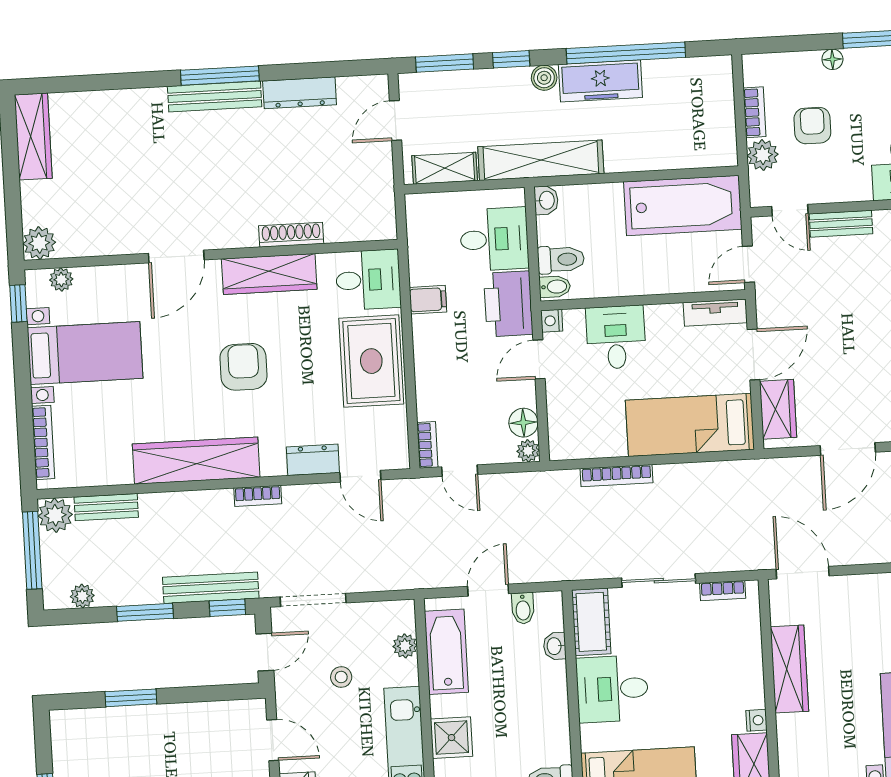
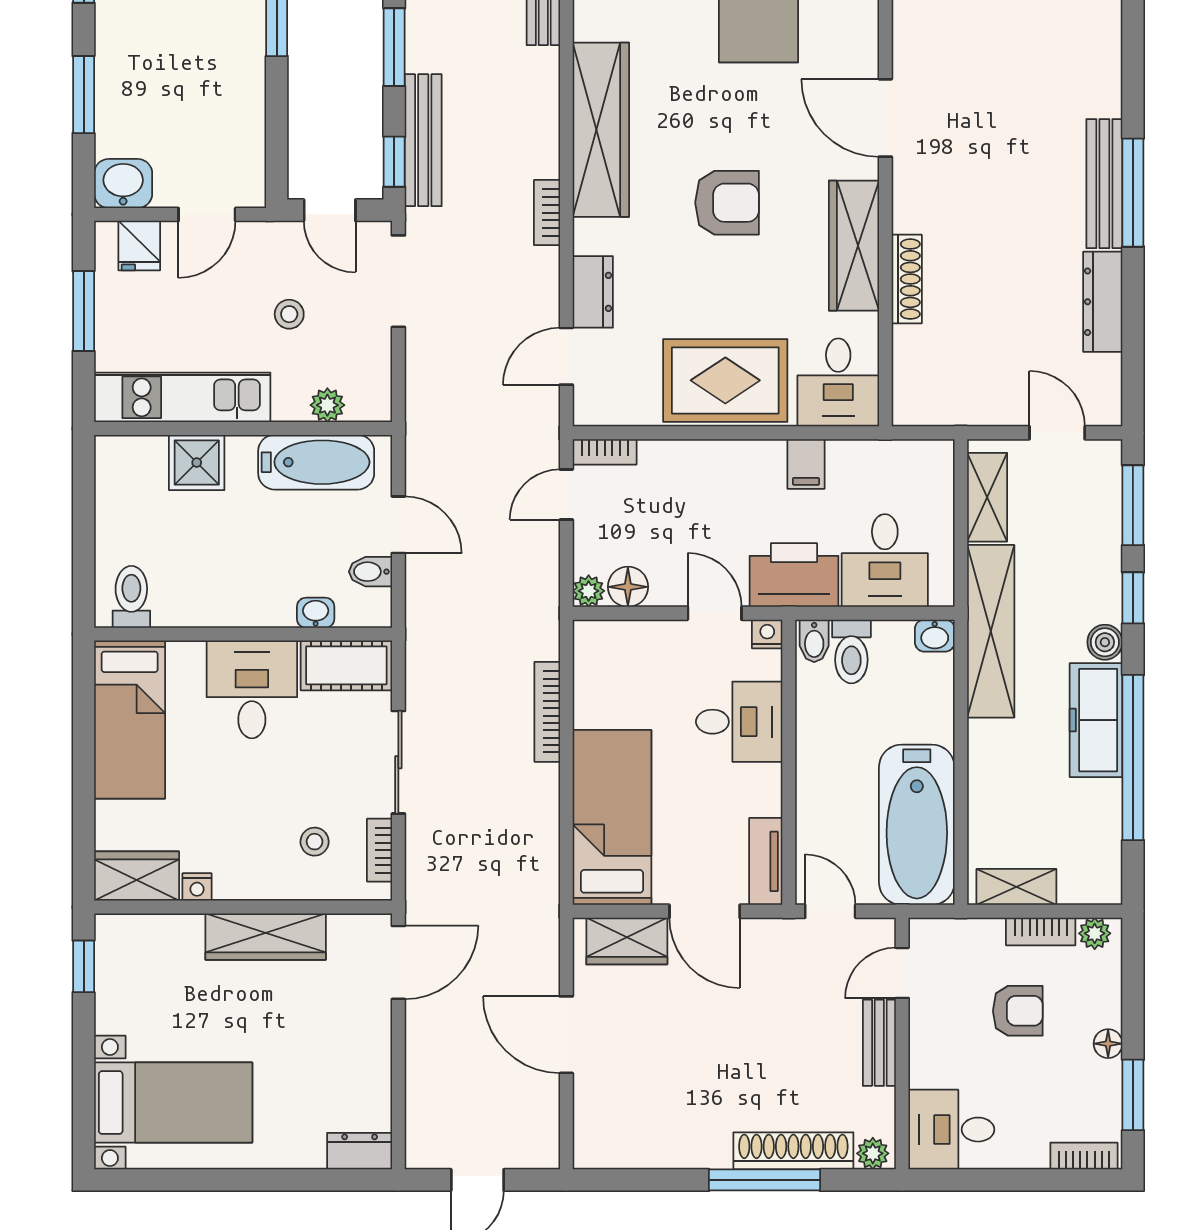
shelving: (724, 131) -> (1016, 887), added
plant: (763, 155) -> (1095, 933), moved, width x0.73, depth x0.73
stool: (719, 638) -> (315, 842), added

